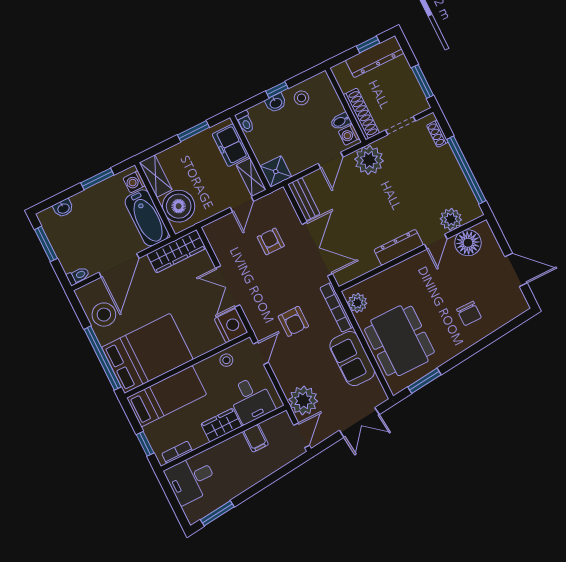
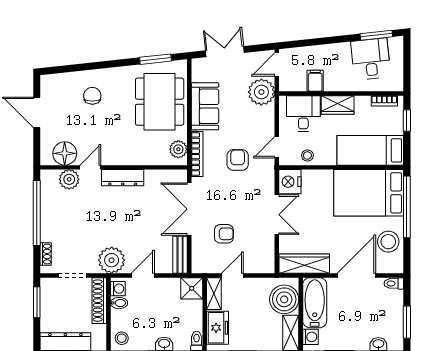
stool: (301, 98) -> (122, 338), moved
armchair: (271, 241) -> (224, 234), turned -90
desk: (191, 479) -> (371, 59), moved, turned -96

